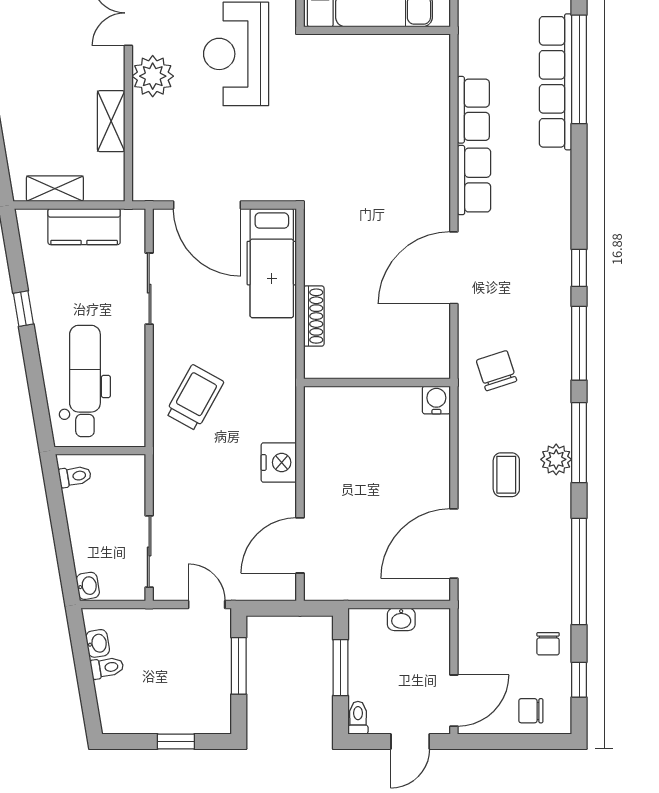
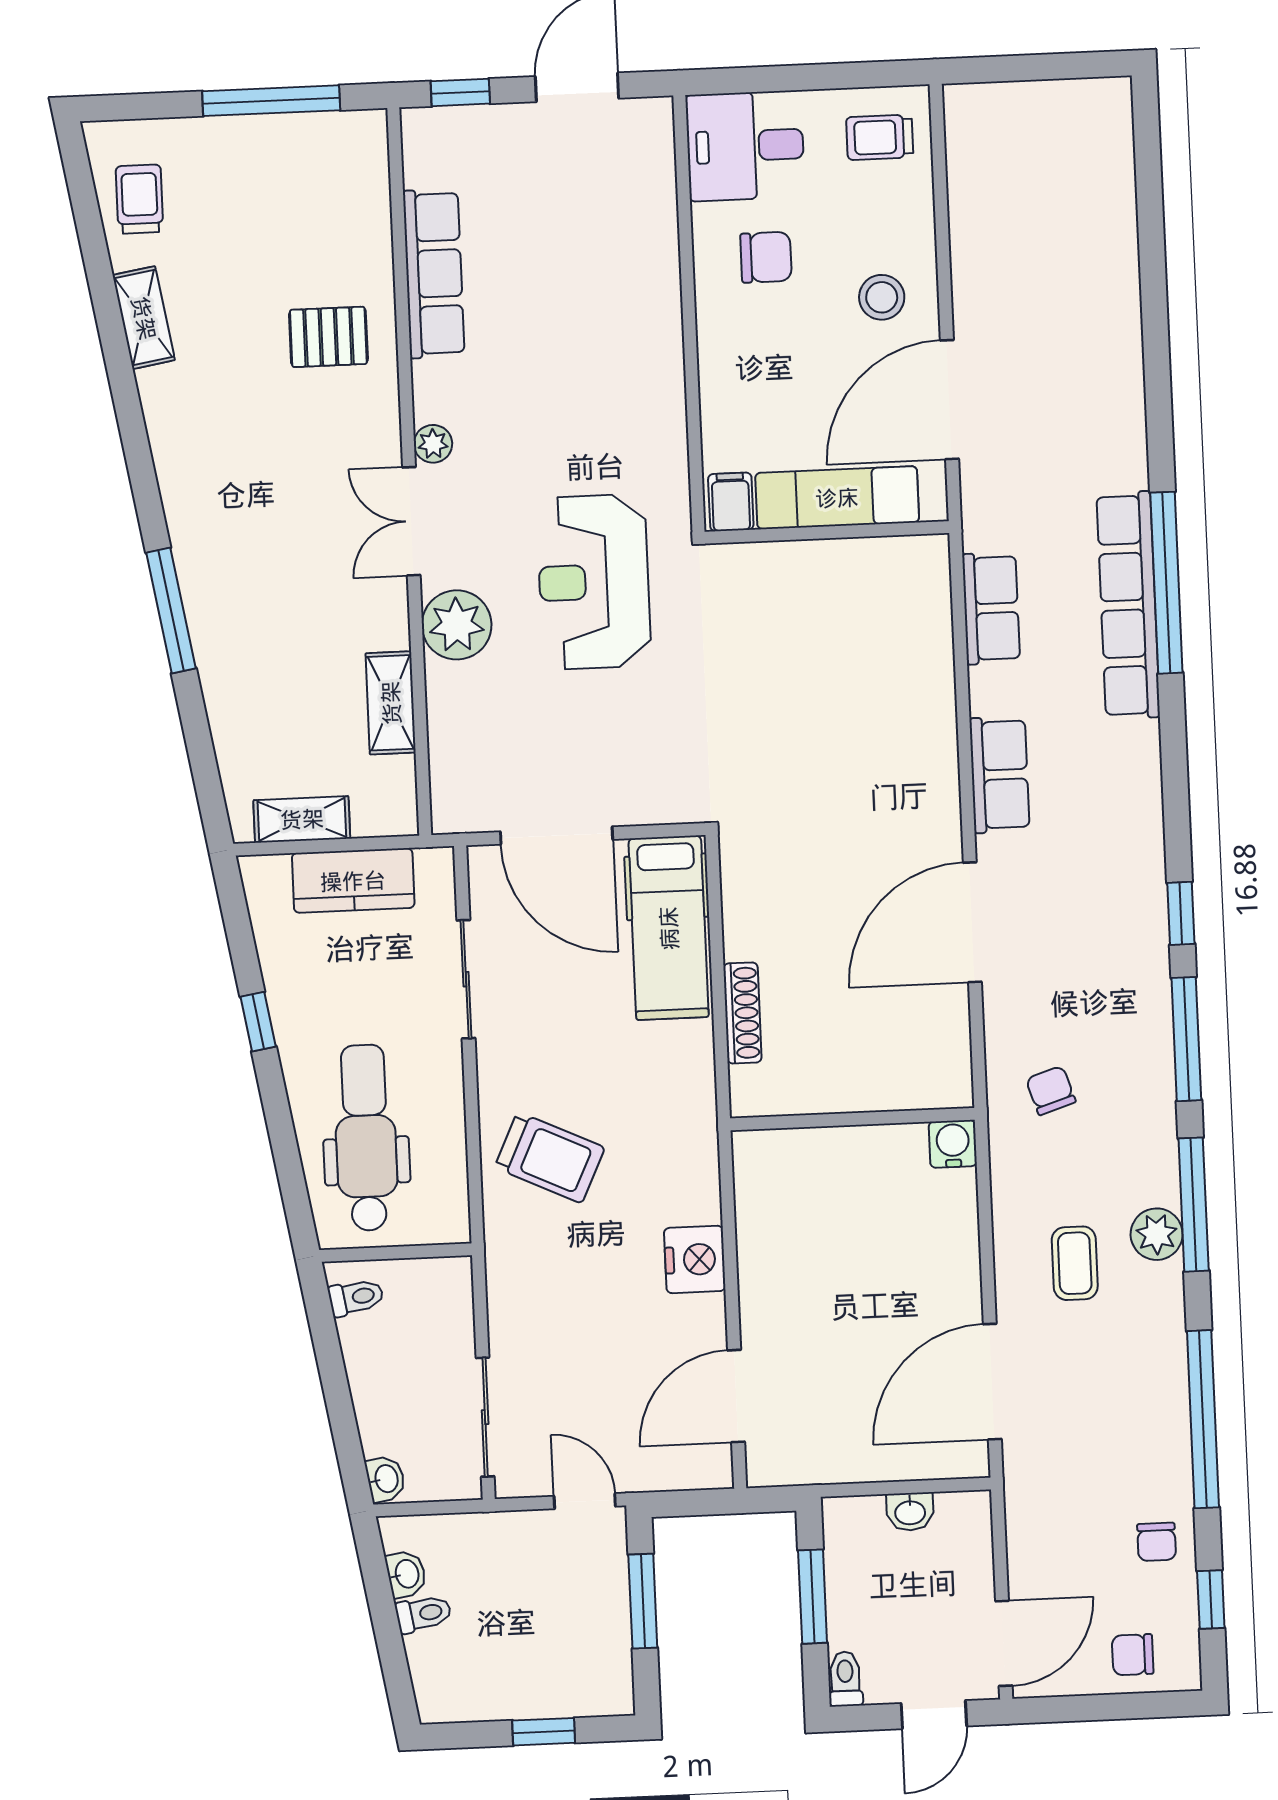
row of seats: (473, 110) -> (991, 608), moved
chair: (496, 371) -> (1051, 1090), width x0.73, depth x0.73
trolley: (195, 398) -> (550, 1158), turned 86

